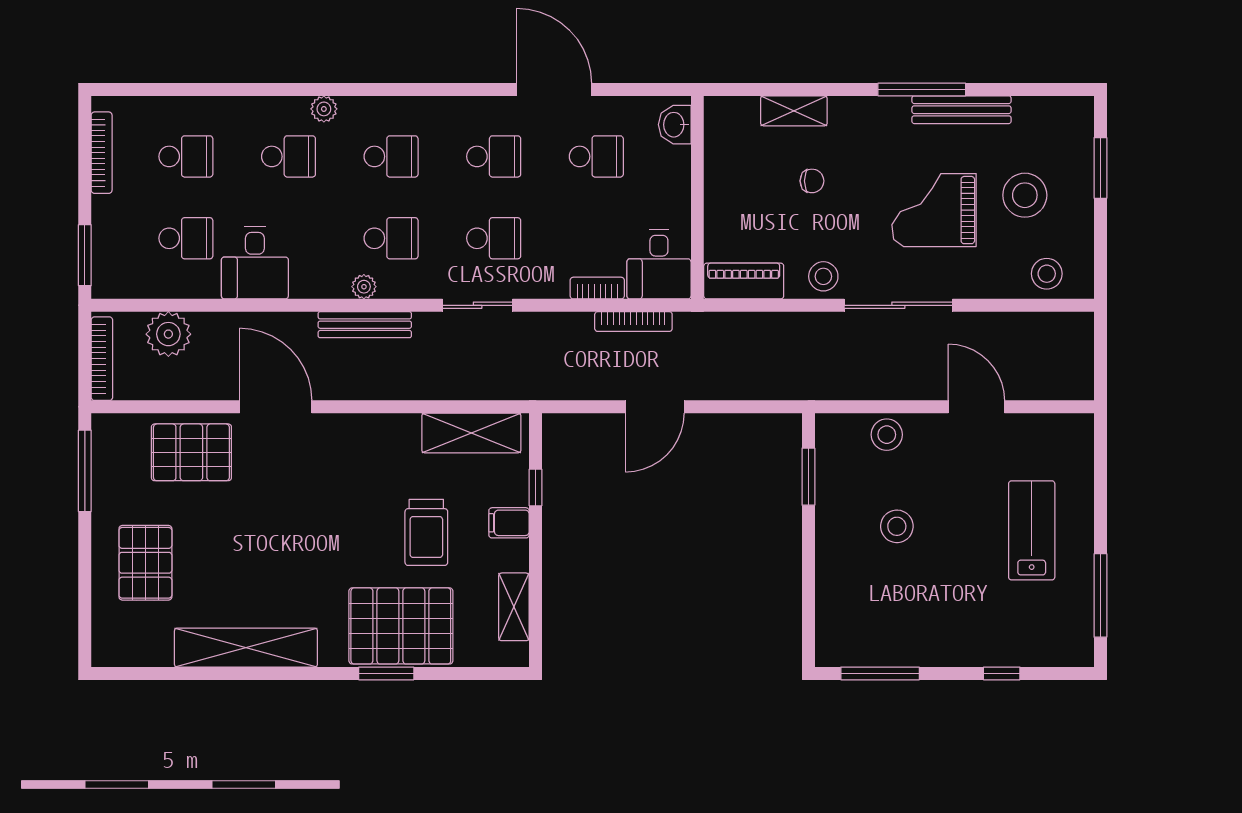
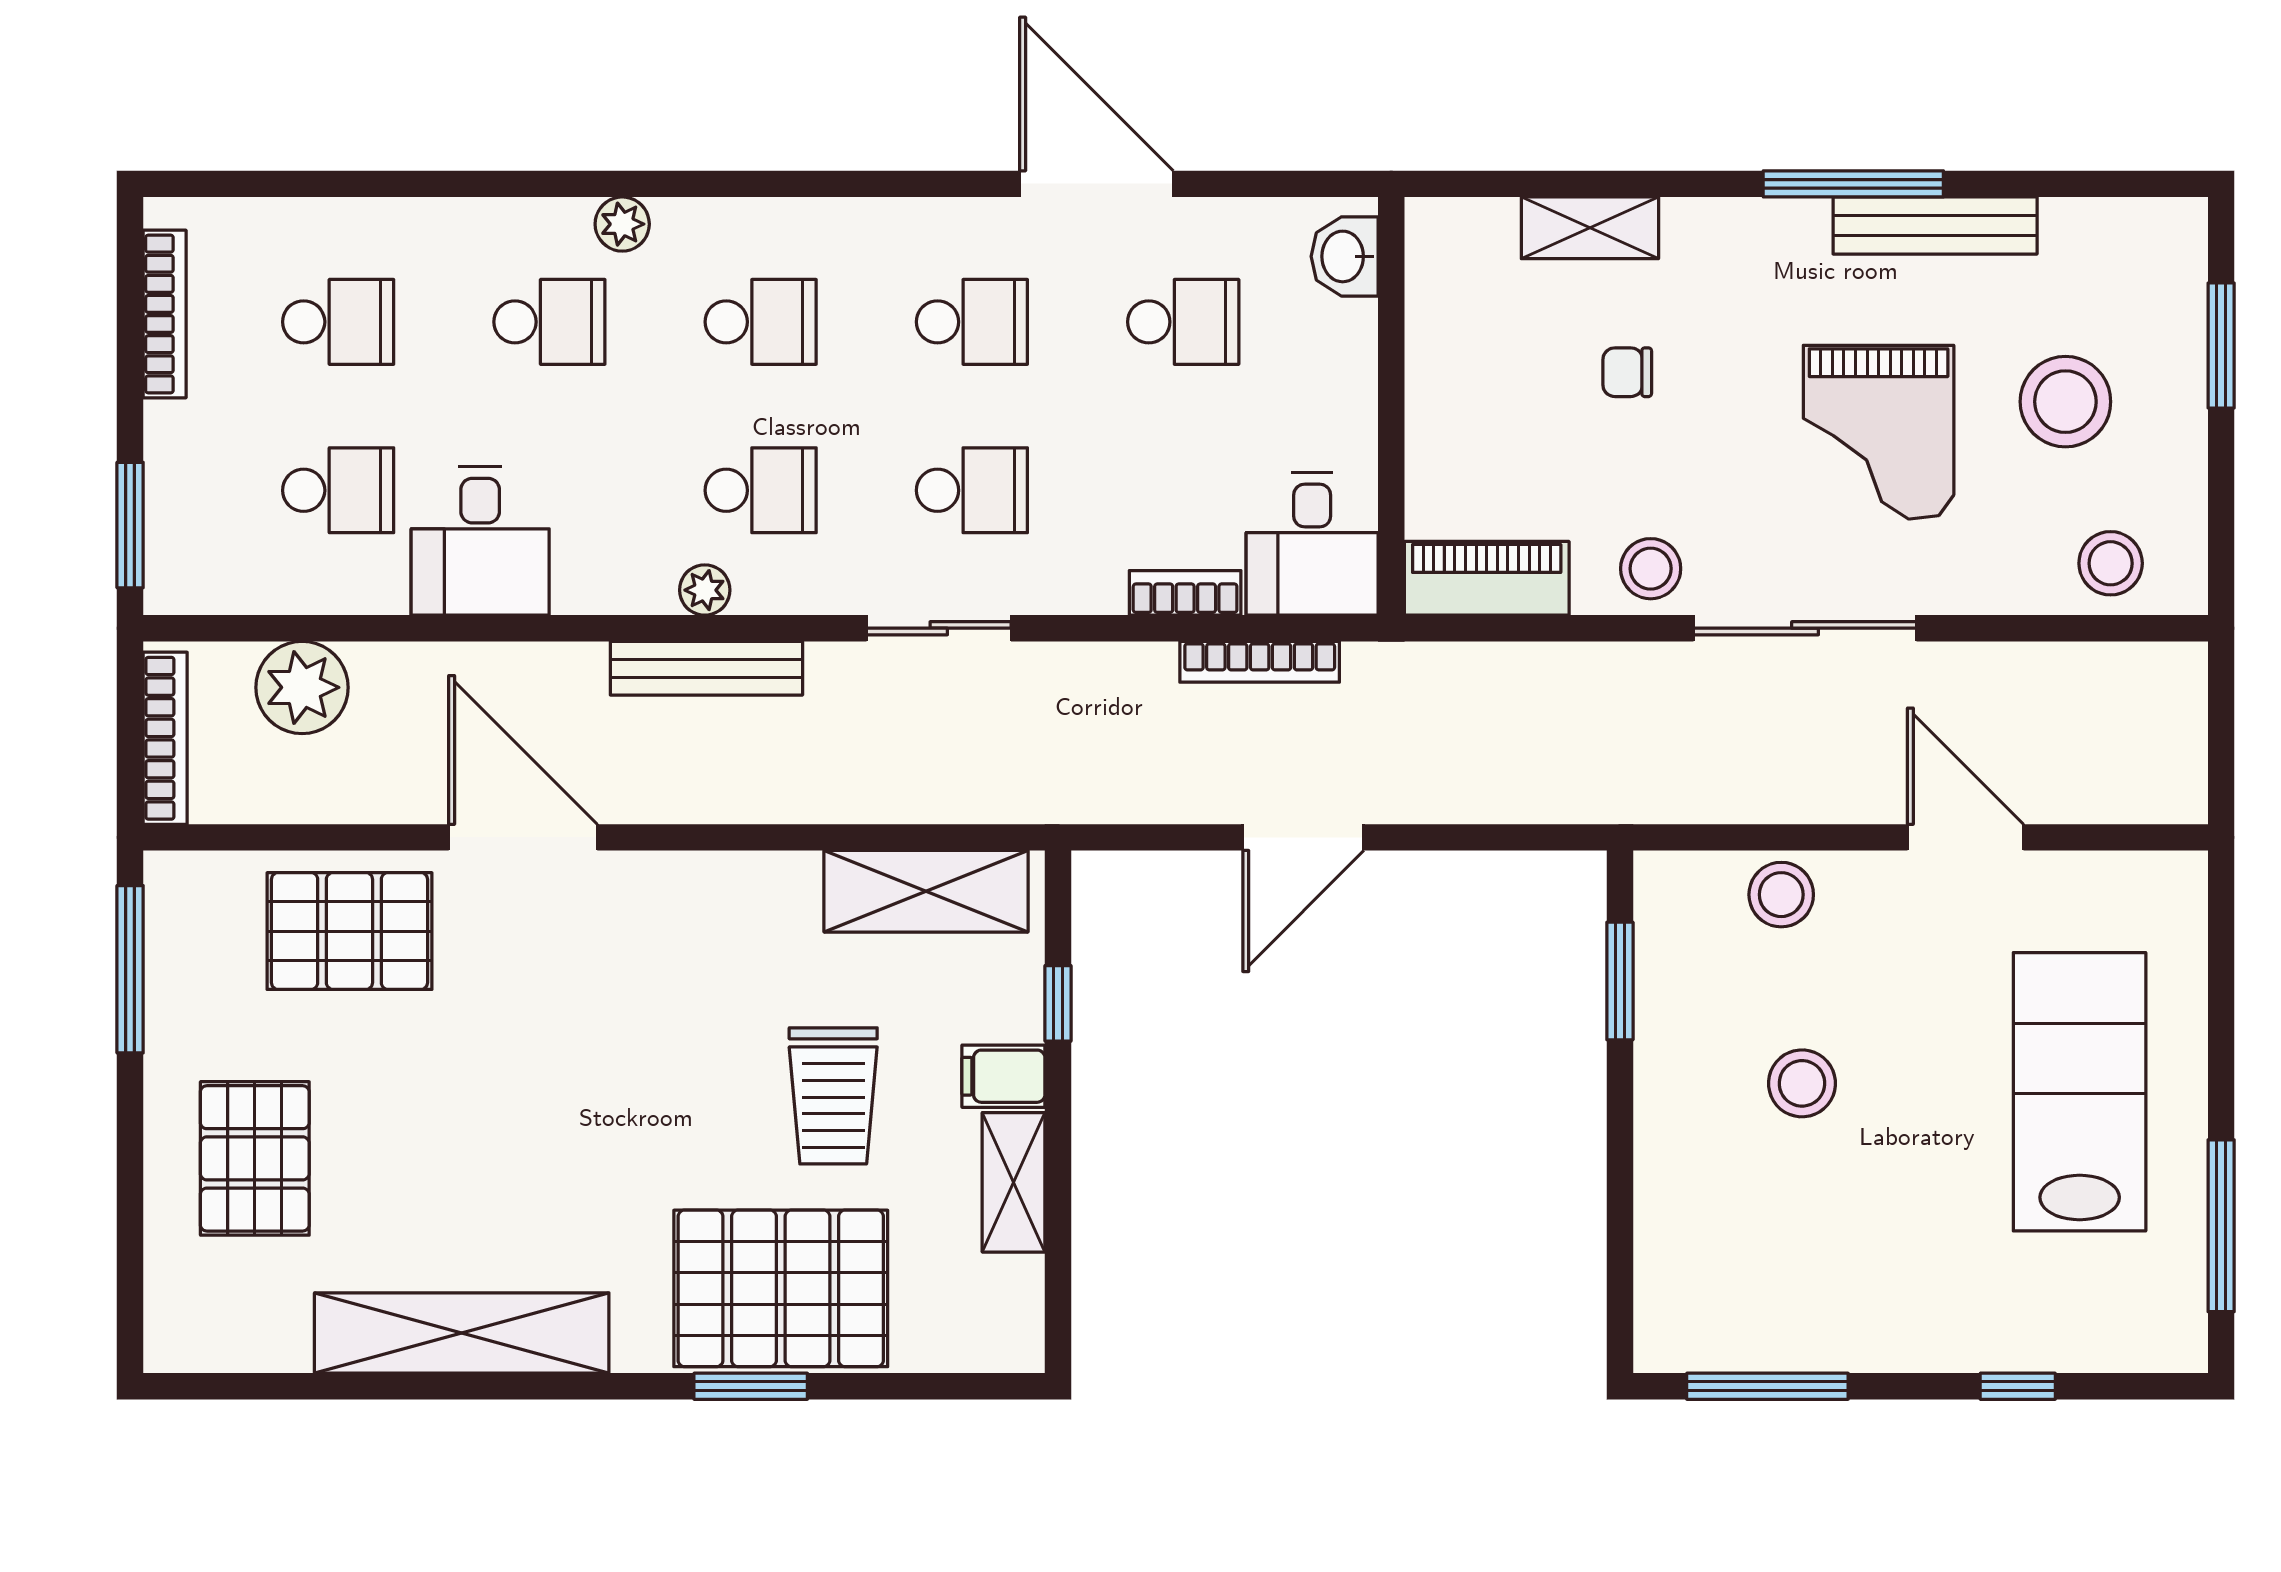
chair: (812, 181) -> (1627, 372), turned 180
grand piano: (934, 210) -> (1879, 432), turned -90
lab bench: (1032, 530) -> (2080, 1092), width x1.36, depth x1.39
shelving: (514, 607) -> (1014, 1182), moved

